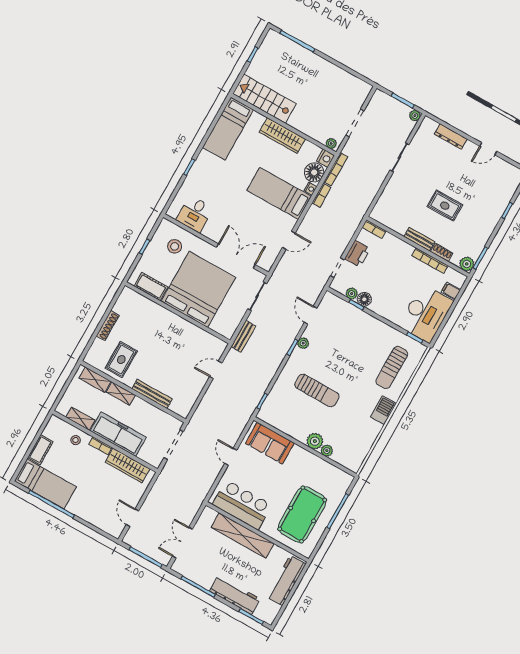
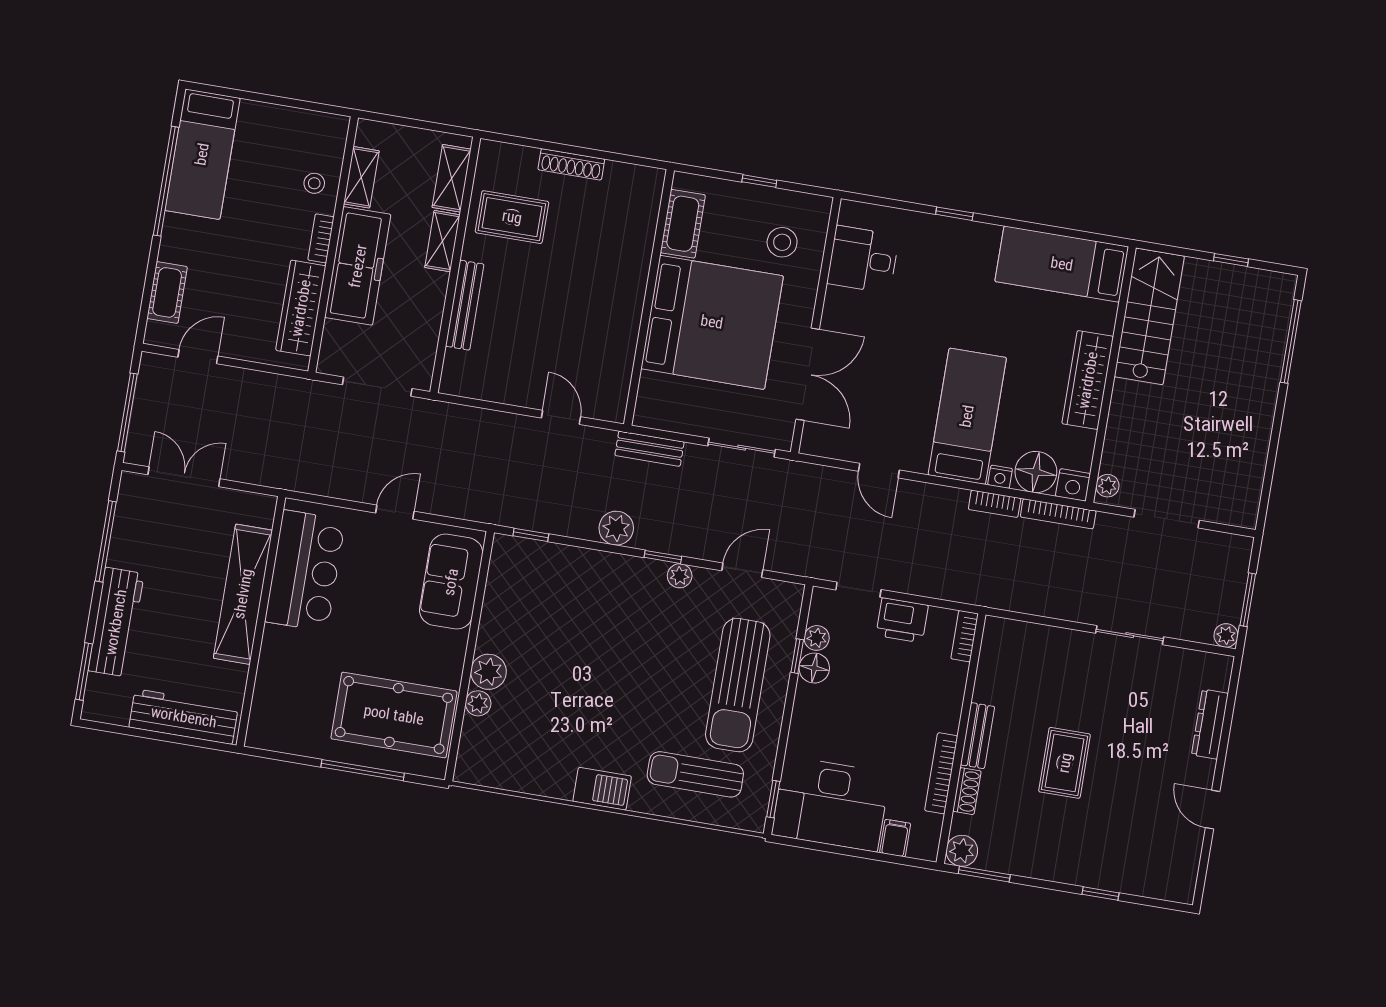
plant: (273, 363) -> (616, 528), added
sun lounger: (317, 390) -> (738, 685), moved, width x1.36, depth x1.34
cot: (40, 450) -> (167, 292), moved, turned 90
pool table: (302, 514) -> (394, 715), moved

